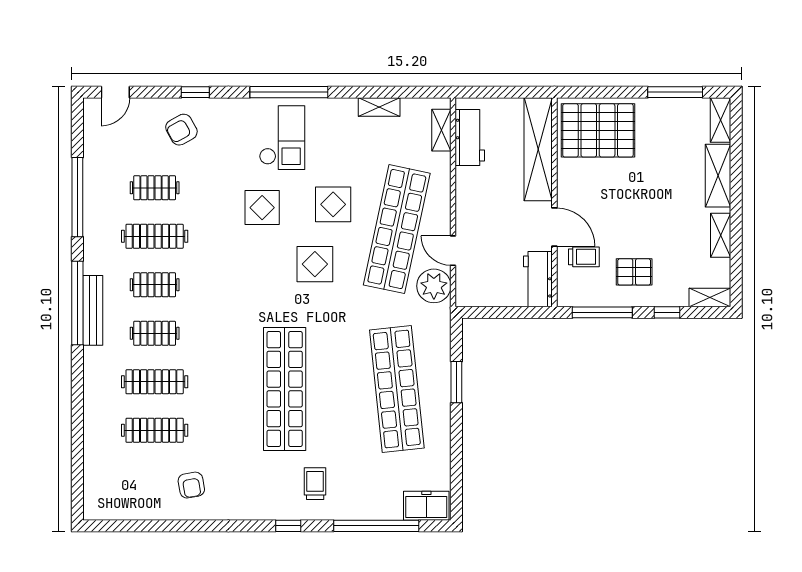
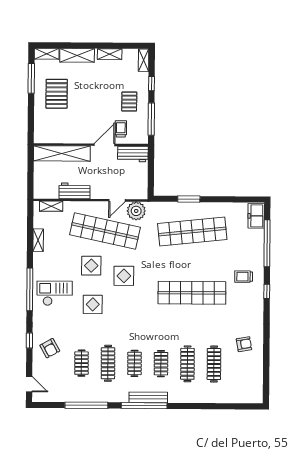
pallet: (598, 130) -> (57, 94), moved, width x0.73, depth x0.71
workbench: (470, 137) -> (75, 191), moved

